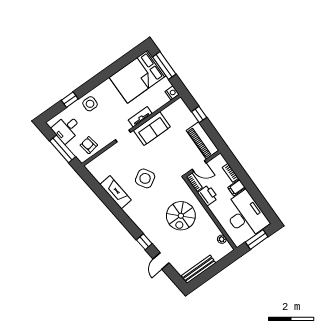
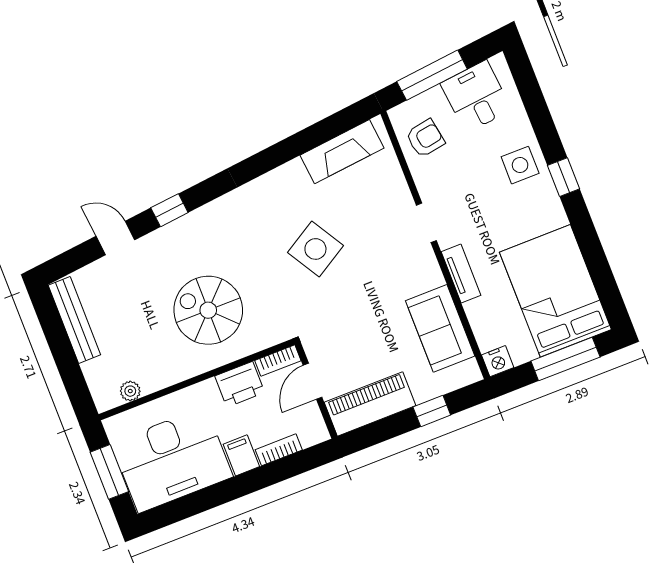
window: (70, 100) -> (564, 177), moved
sofa: (152, 129) -> (440, 328), moved
fireplace: (116, 192) -> (342, 152), moved

